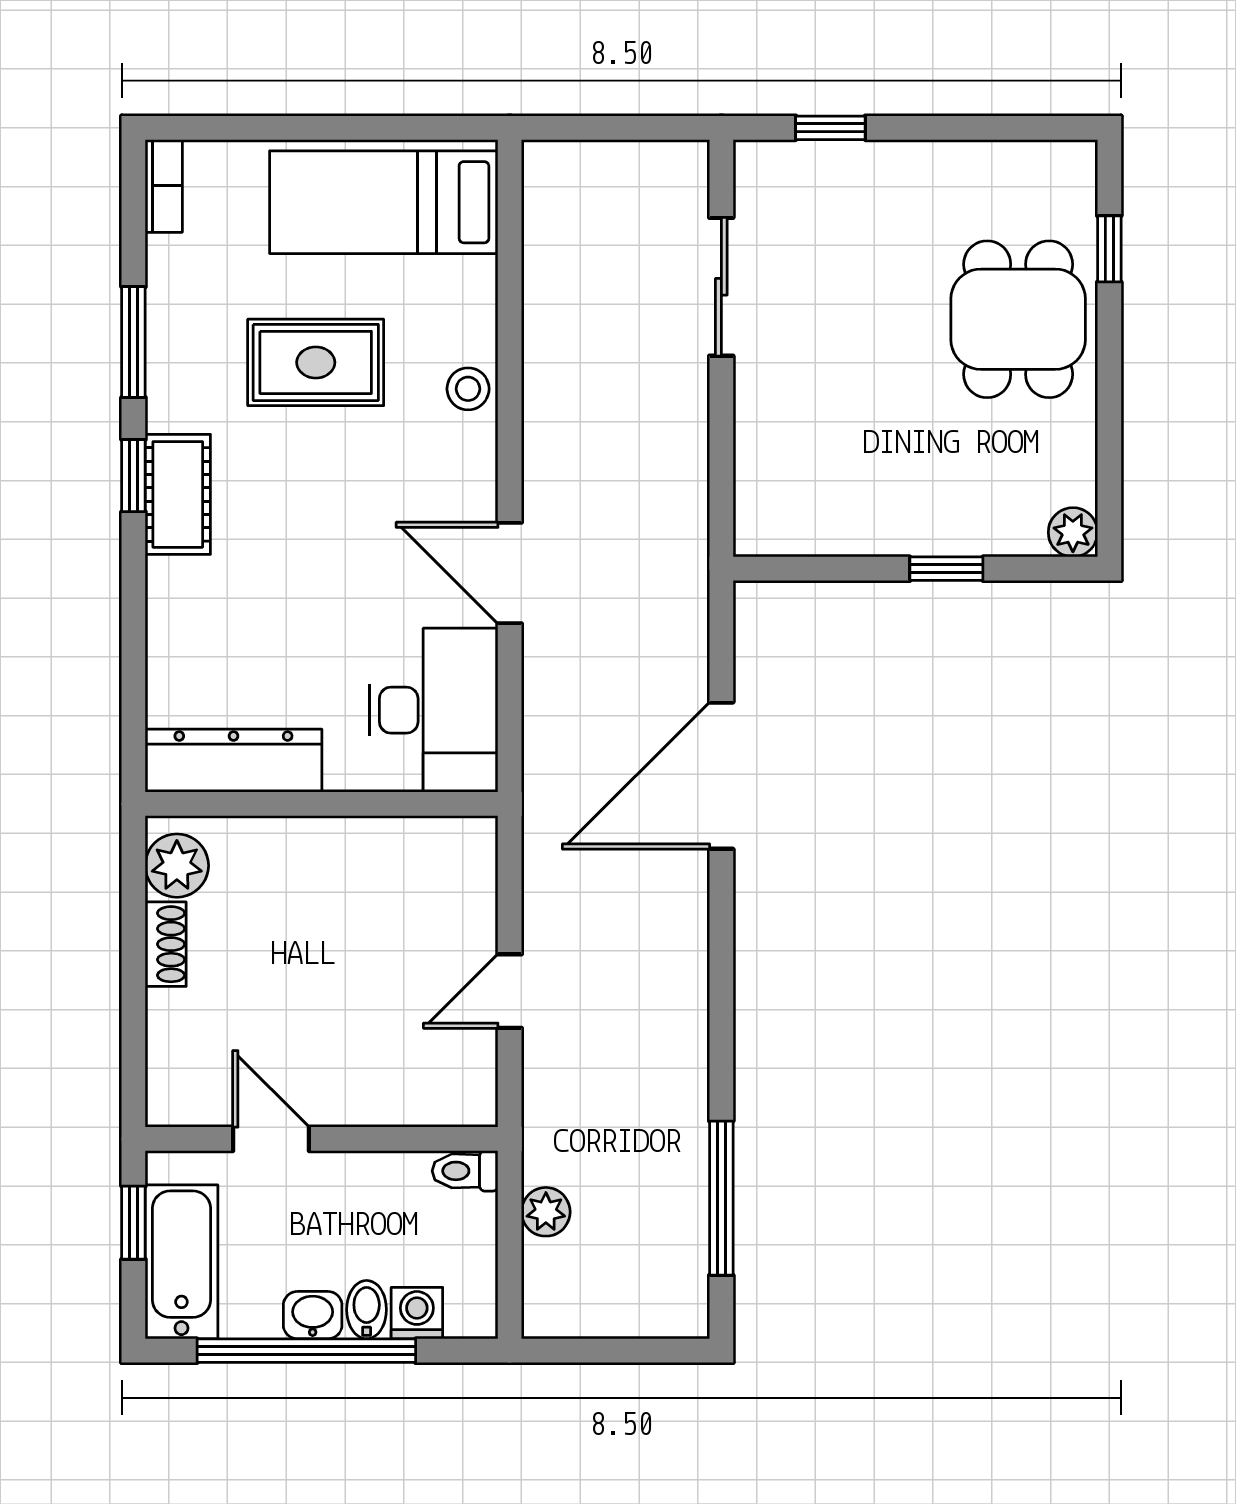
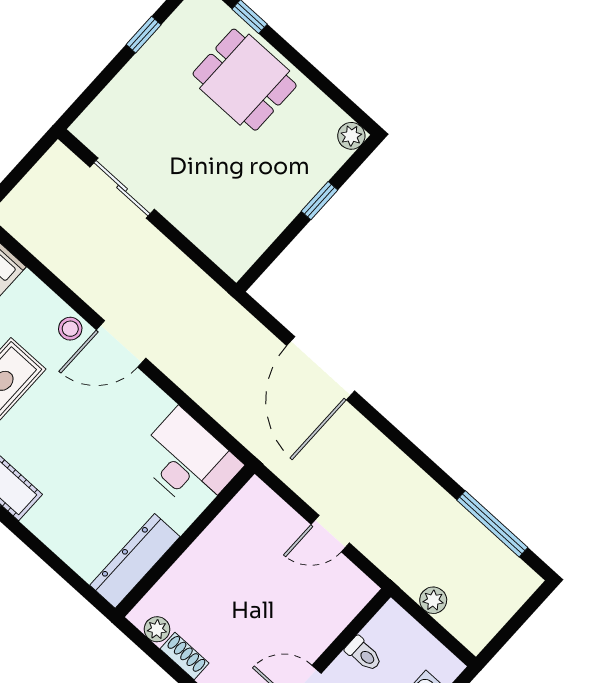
window: (830, 128) -> (144, 35), moved
door: (510, 573) -> (121, 344), moved
plant: (177, 866) -> (157, 629), width x0.73, depth x0.73
door: (510, 991) -> (330, 534), hinge flipped
toilet: (465, 1171) -> (364, 654), moved, turned -90

